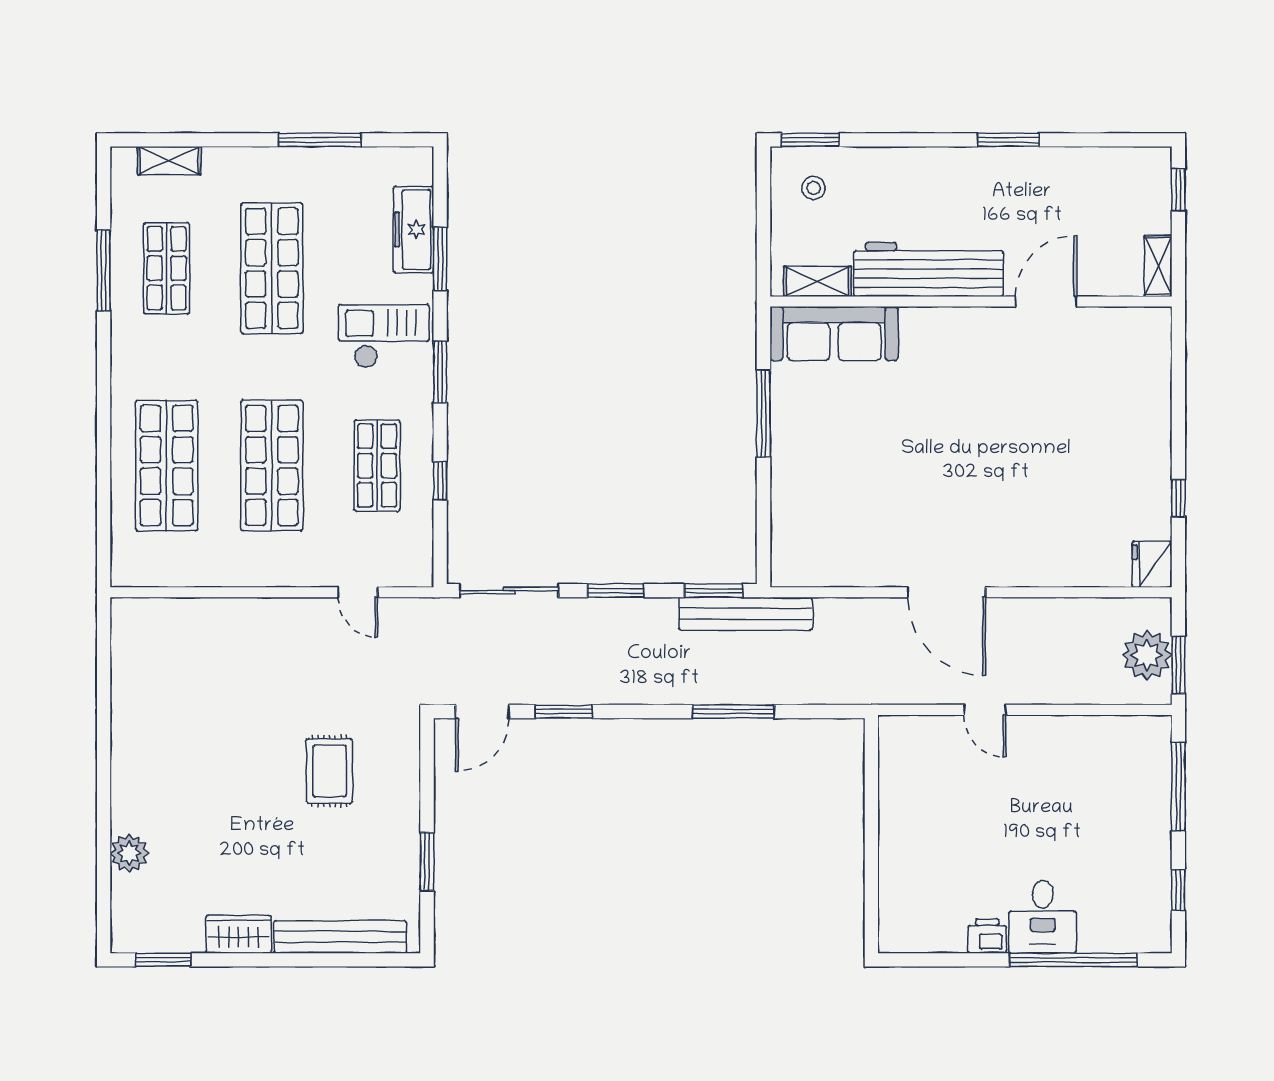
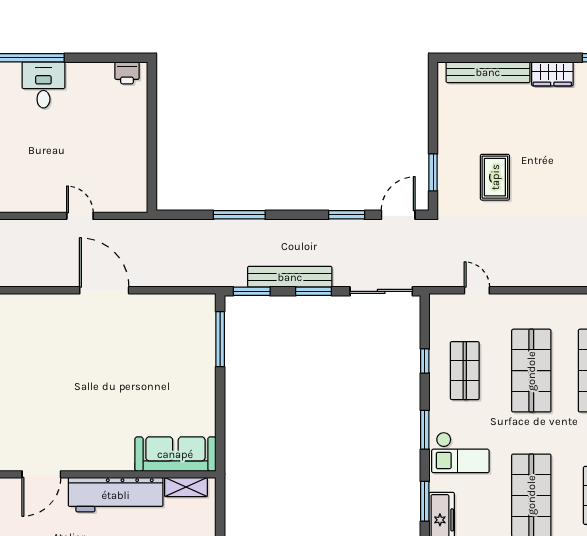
window: (763, 414) -> (220, 339), moved
bench: (745, 614) -> (290, 277), moved
window: (427, 862) -> (433, 172), moved
printer: (987, 936) -> (127, 73), moved

